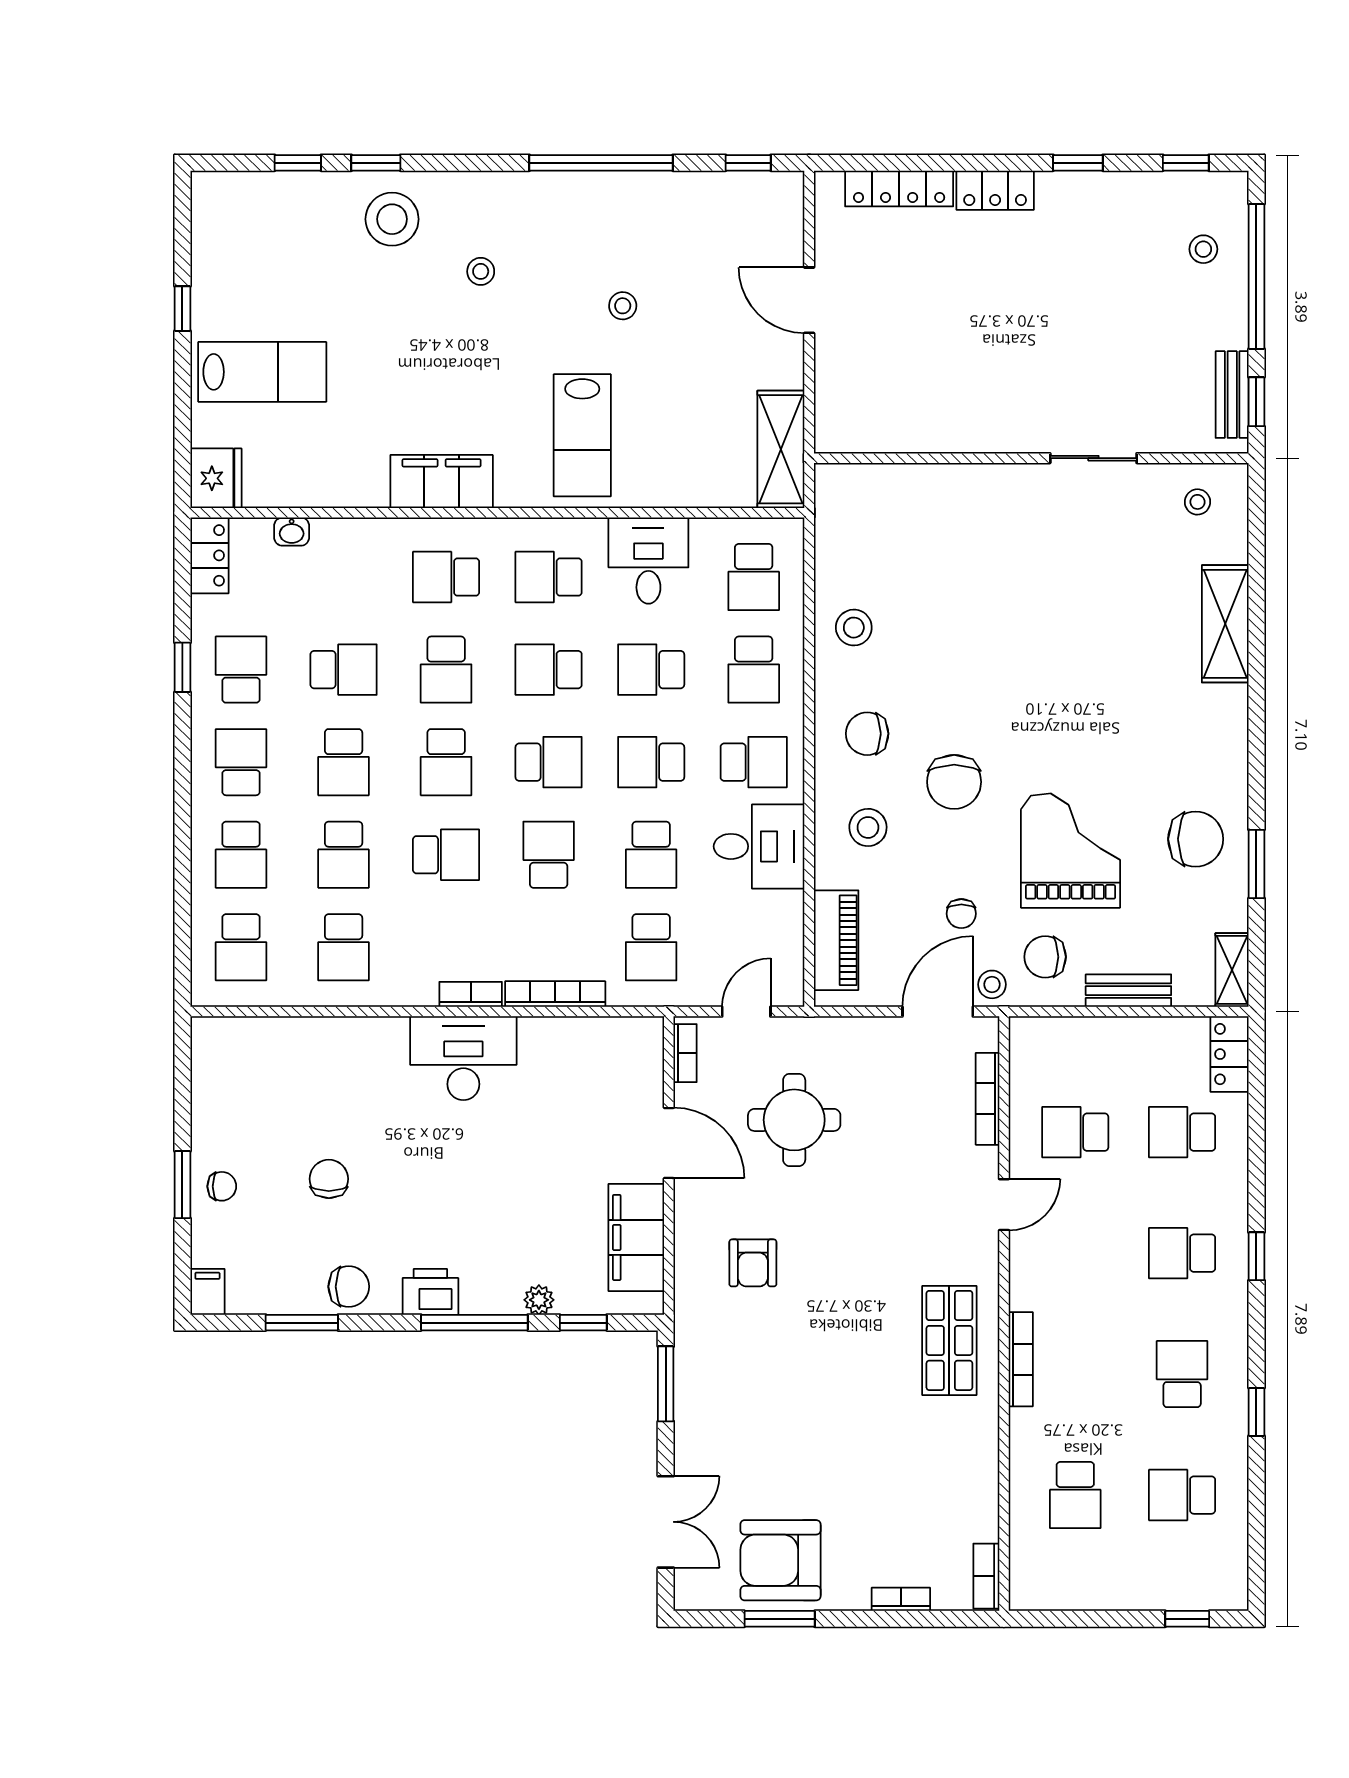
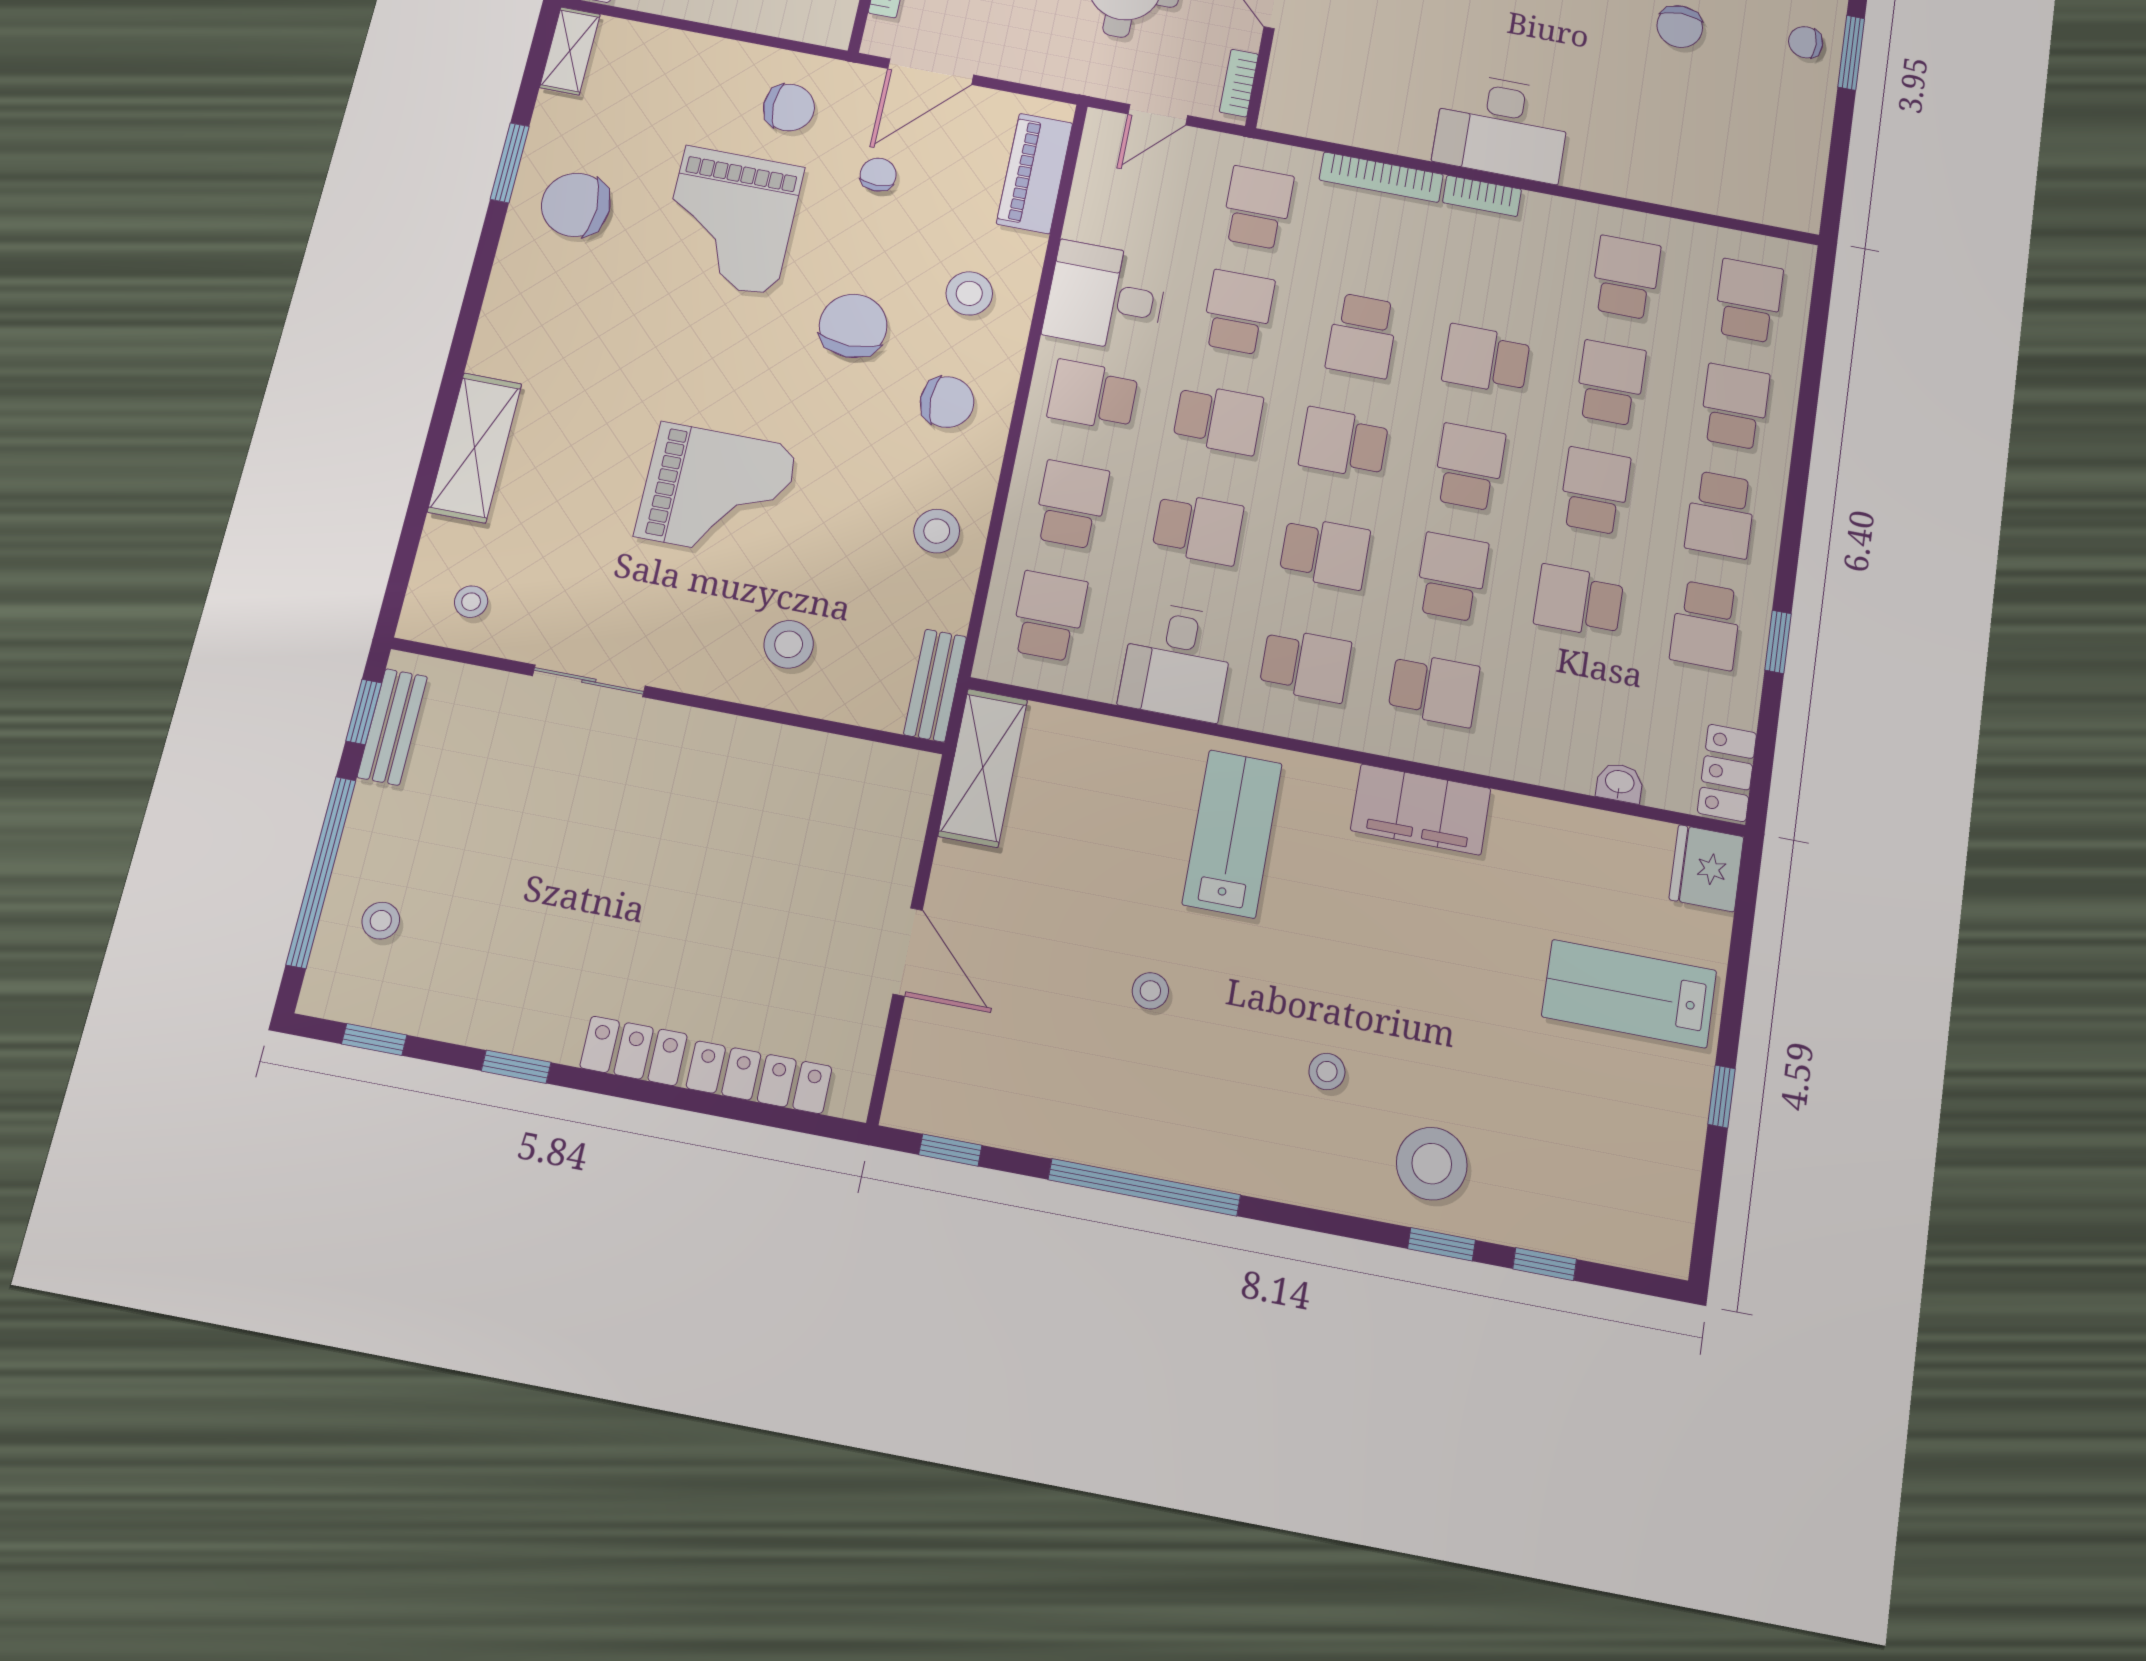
grand piano: (1031, 626) -> (716, 492), added
stool: (992, 984) -> (789, 644), moved, width x1.37, depth x1.37
bench: (1128, 991) -> (935, 685), moved, turned 90

